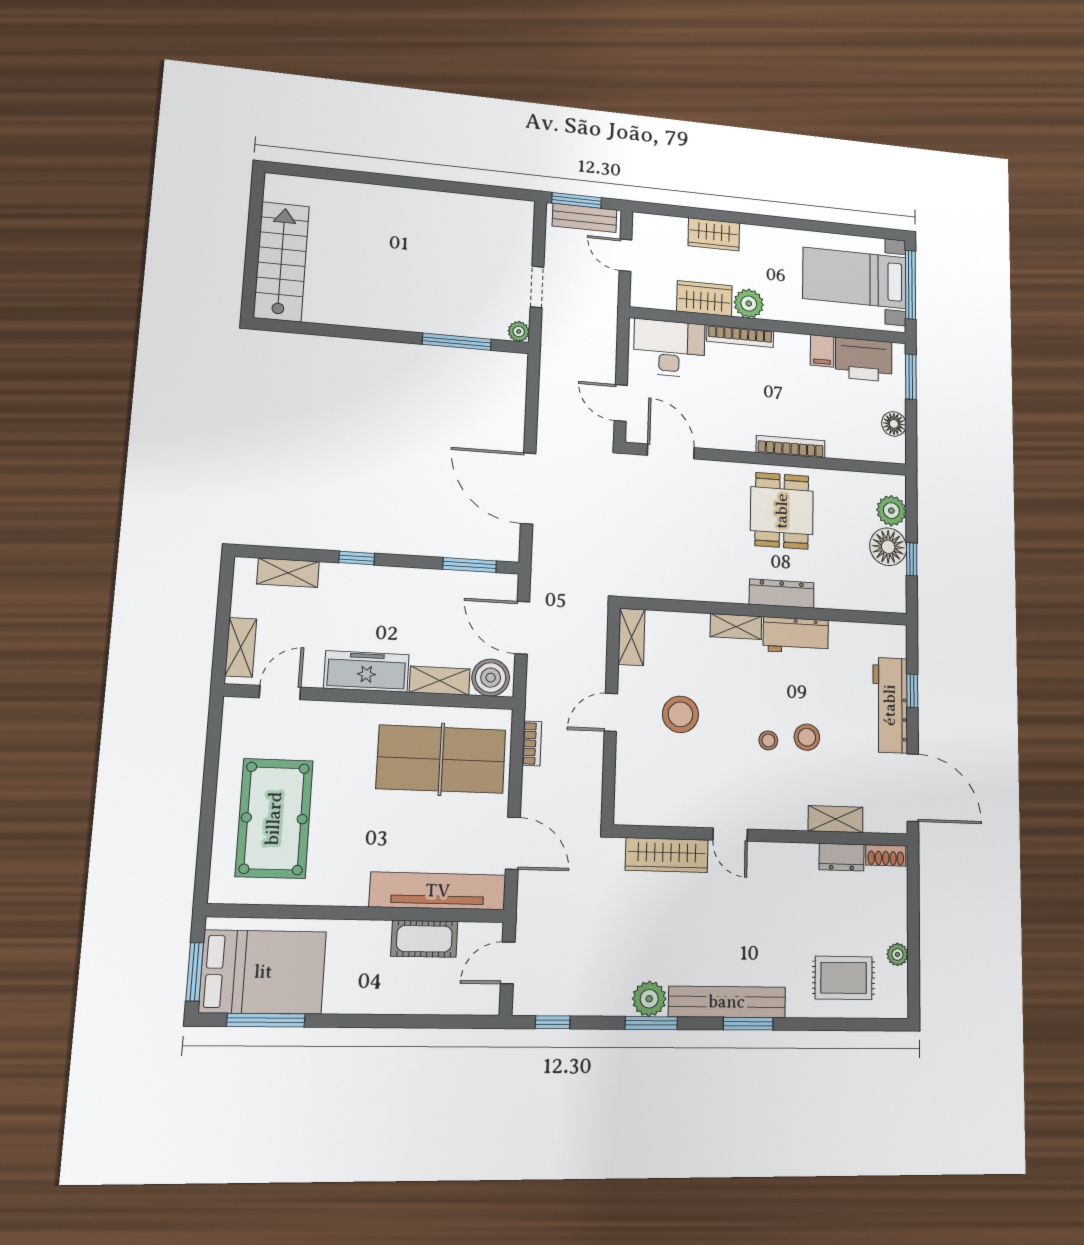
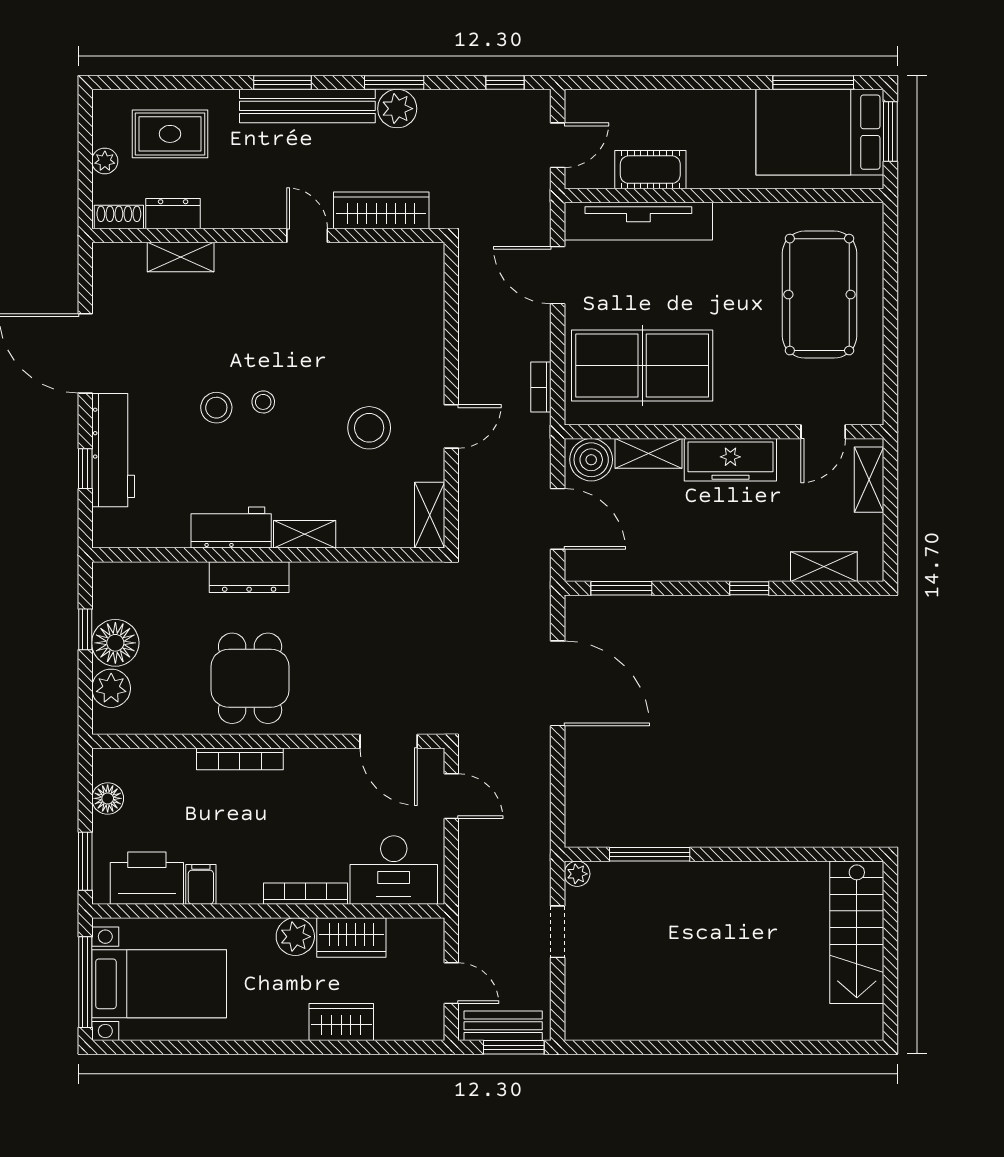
shelving: (836, 819) -> (181, 257), moved
door: (730, 835) -> (307, 235), moved
wall: (763, 836) -> (268, 235), moved
wardrobe: (667, 855) -> (381, 210), moved
shoe rack: (886, 855) -> (119, 217), moved
dresser: (842, 857) -> (173, 214), moved

